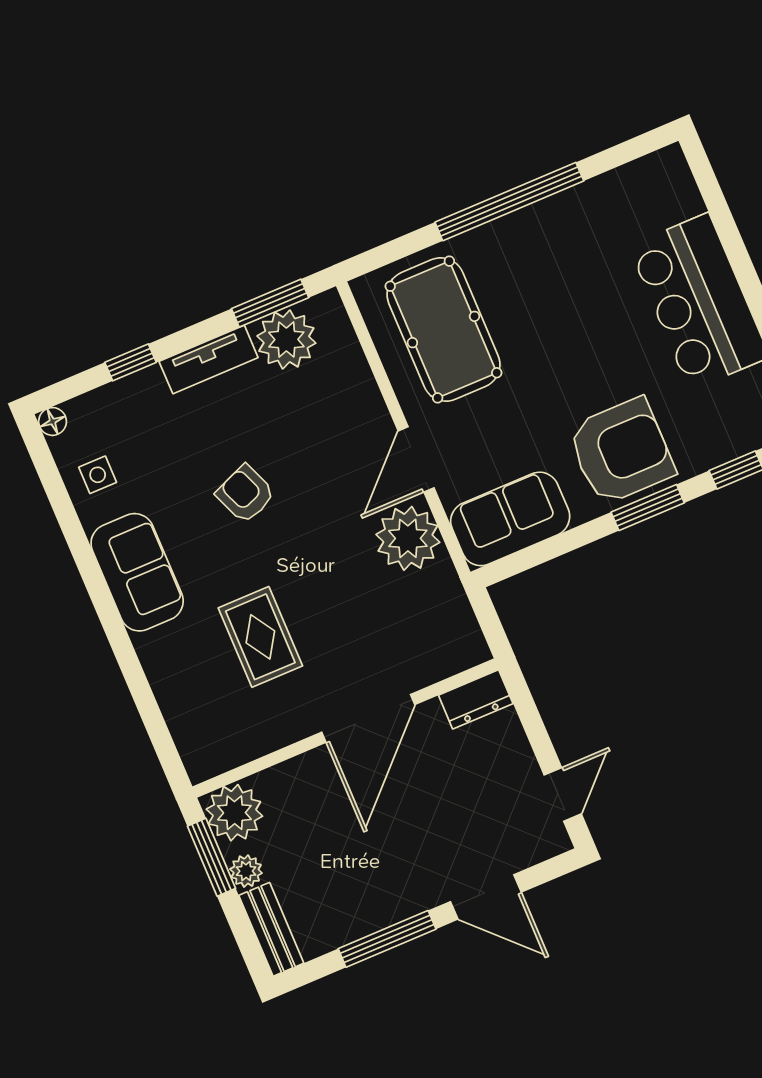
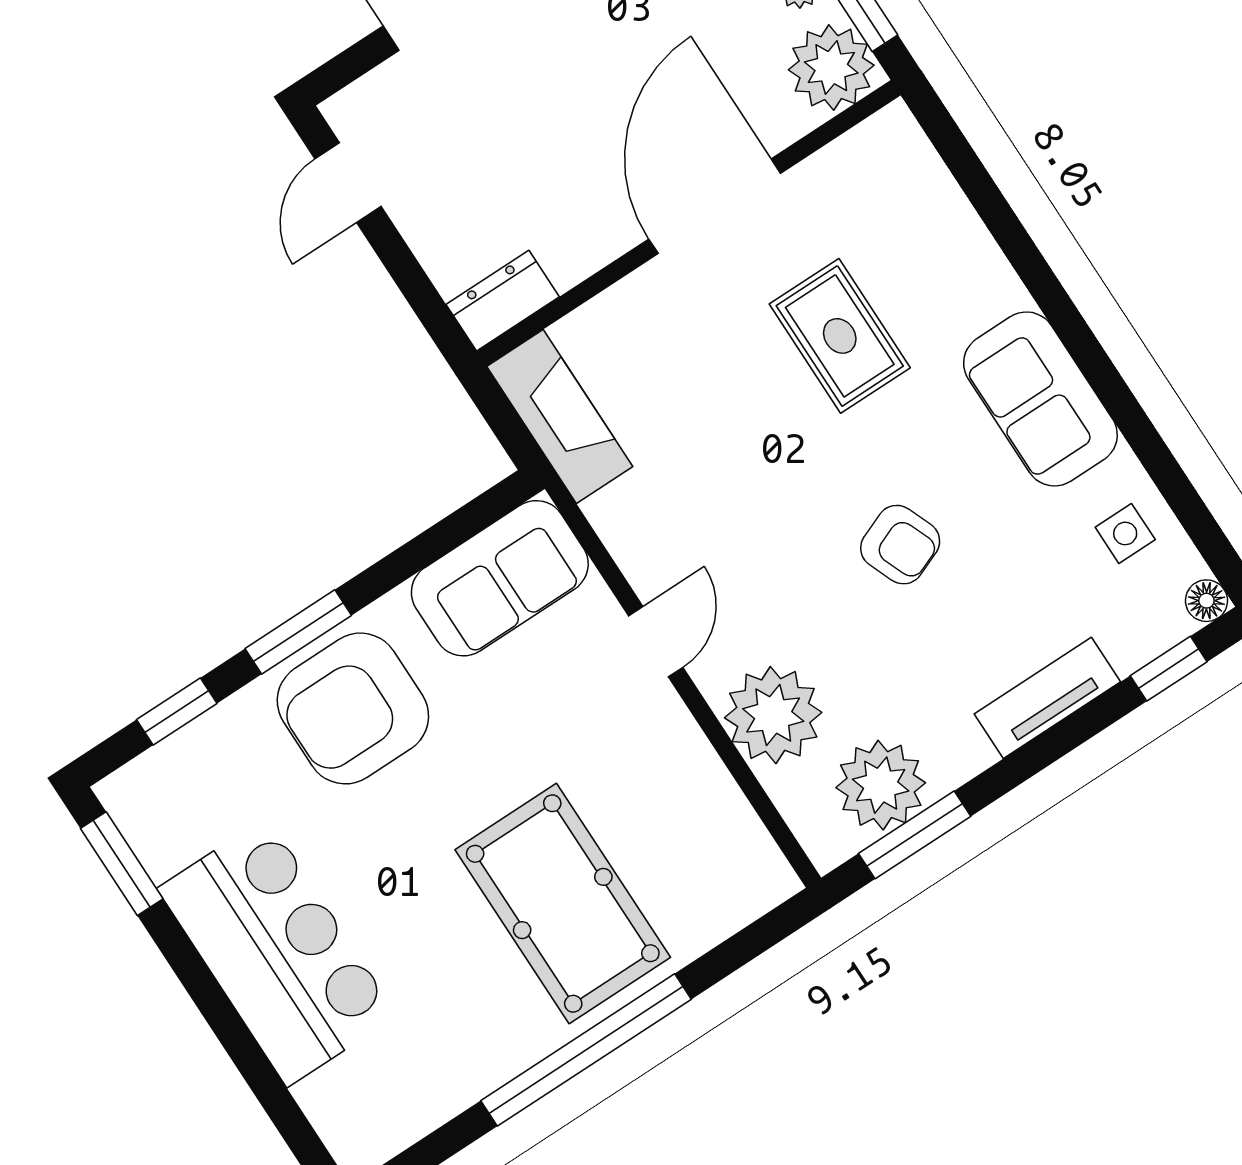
pool table: (443, 329) -> (563, 903), moved
tv unit: (209, 359) -> (1047, 698), moved
window: (130, 362) -> (1169, 669), moved
door: (416, 459) -> (656, 642), width x0.73
plant: (408, 538) -> (773, 715), moved
fireplace: (452, 617) -> (560, 417), added
door: (368, 718) -> (715, 206), moved

